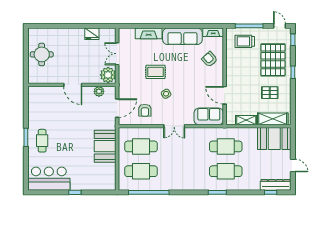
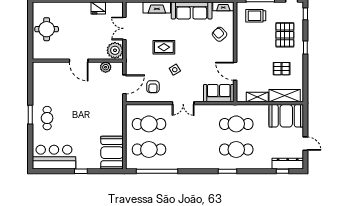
pallet: (273, 60) -> (285, 35), width x0.73, depth x0.71
booth: (105, 146) -> (112, 153), moved

